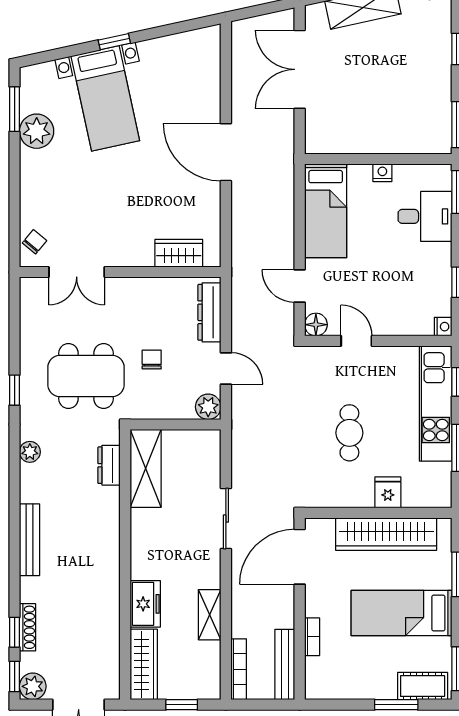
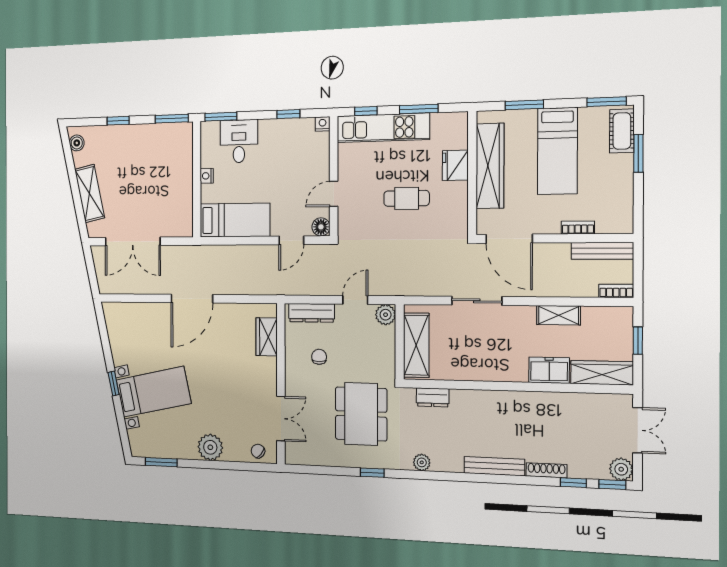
plant: (37, 131) -> (210, 447), moved
chair: (152, 360) -> (319, 357), moved, turned 90
shelving: (146, 468) -> (416, 345), moved, turned 90
fridge: (388, 492) -> (455, 165), width x1.38
shoe rack: (27, 627) -> (547, 470), moved
bookcase: (239, 669) -> (616, 291), width x0.64

